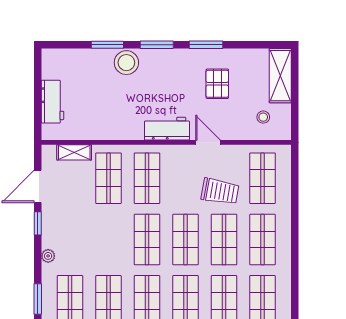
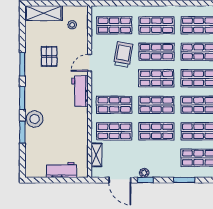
pallet: (217, 84) -> (49, 56), turned 90
shop shelf: (109, 240) -> (156, 131), added
plant: (48, 256) -> (144, 173), moved
window: (38, 299) -> (184, 180), moved

